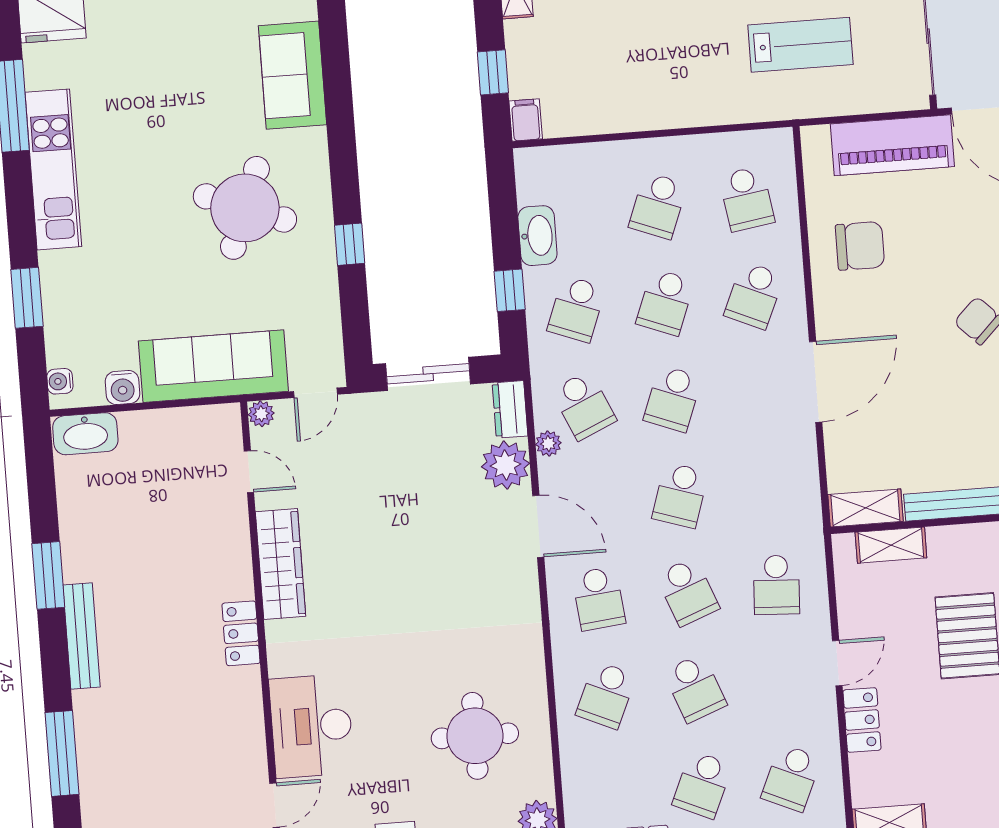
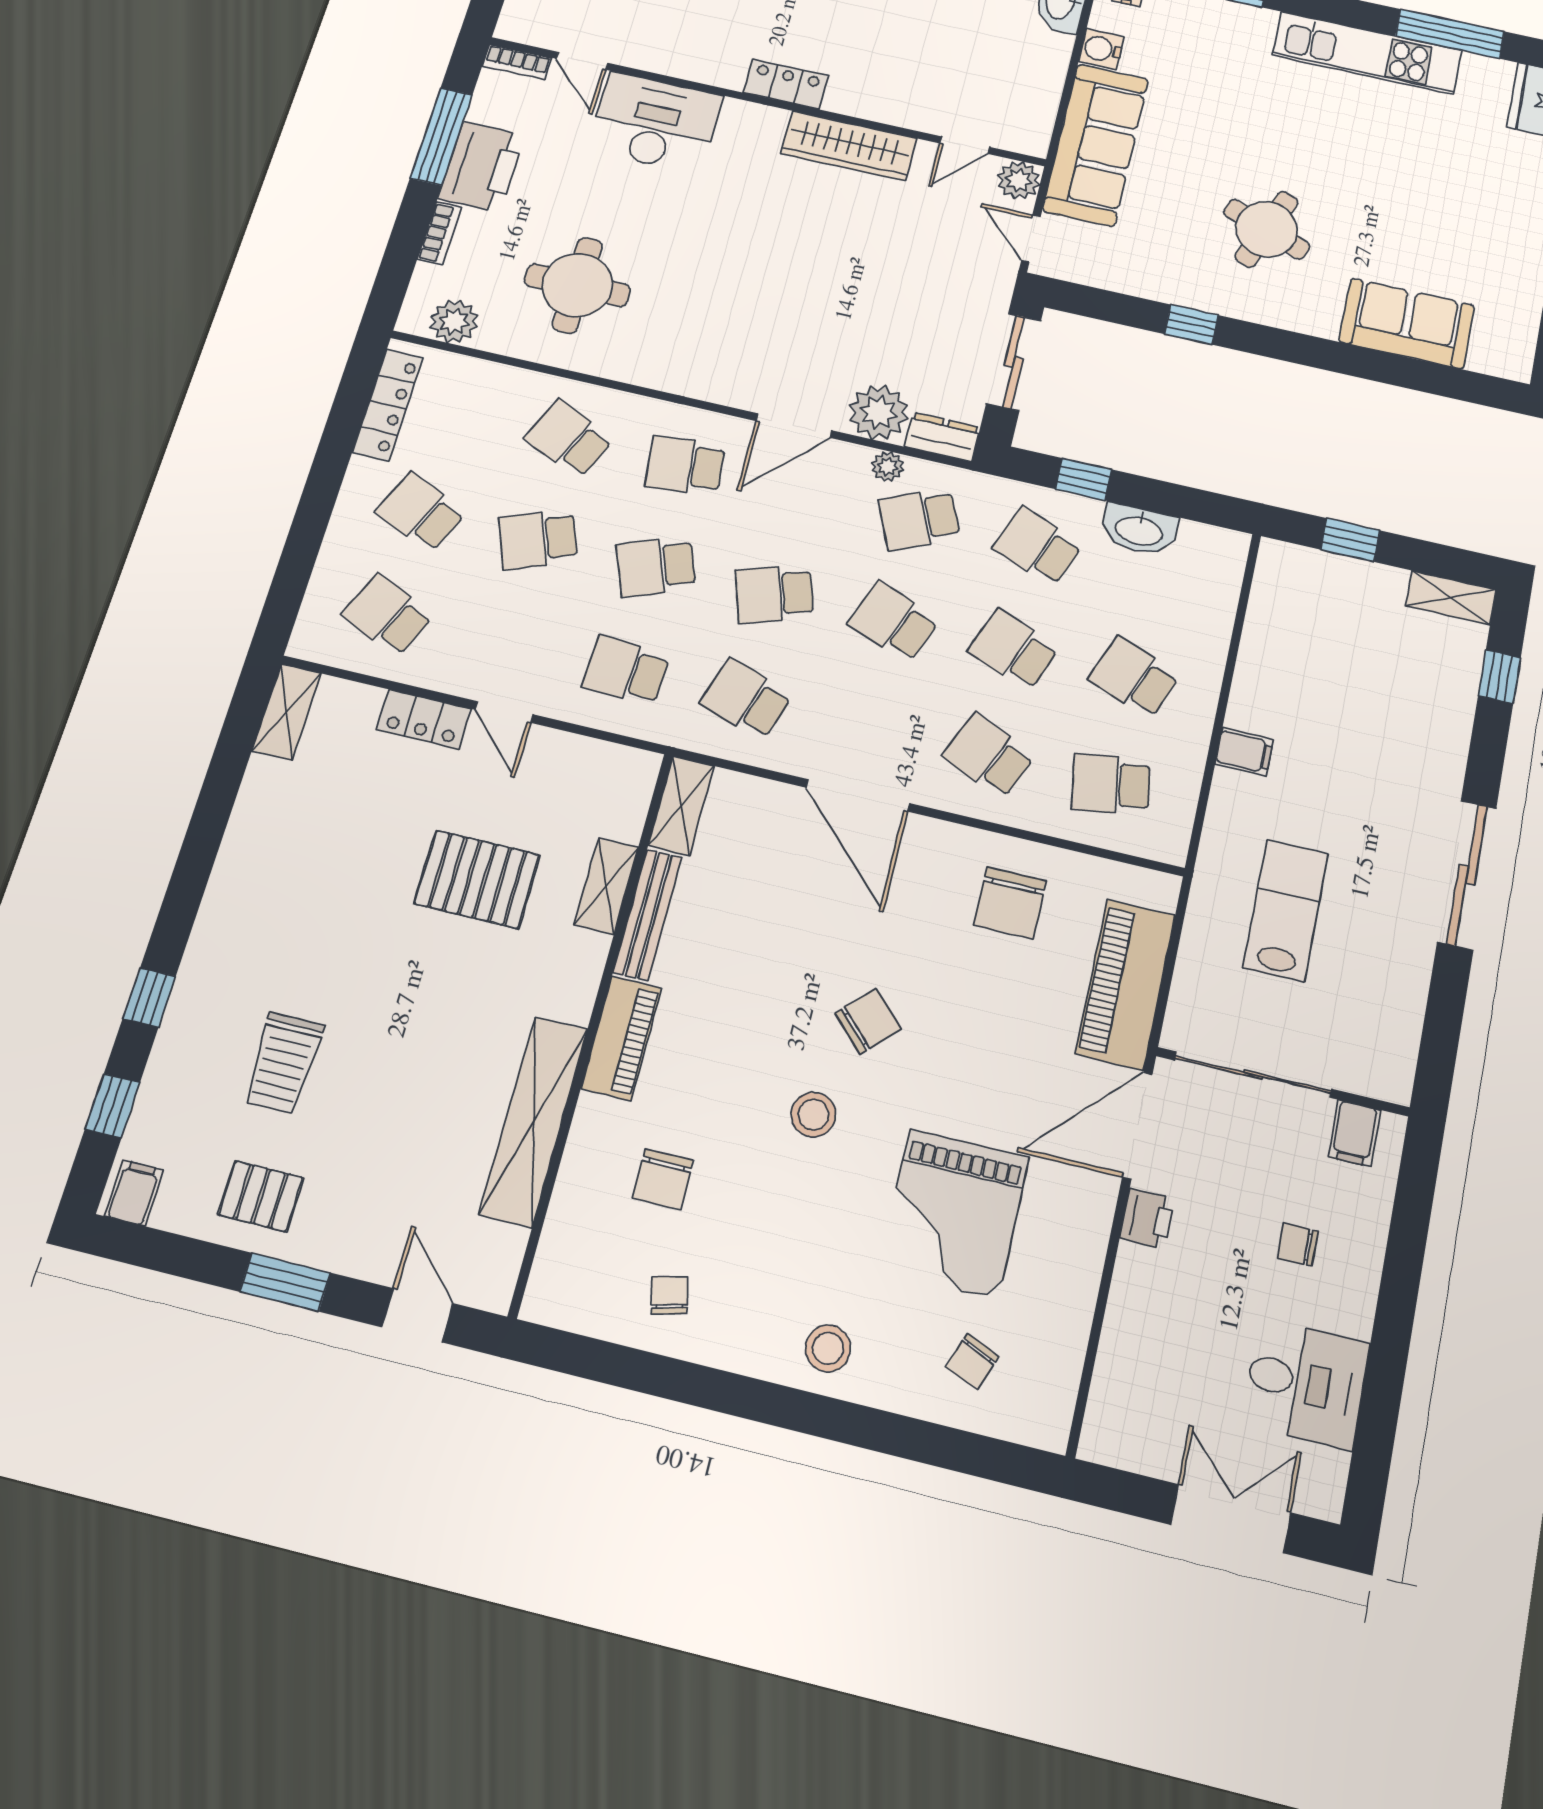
lab bench: (800, 45) -> (1286, 910), turned 180
filing cabinet: (526, 120) -> (1244, 752), moved
round table: (245, 208) -> (1267, 229), width x0.73, depth x0.73
plant: (261, 414) -> (1019, 180), width x1.38, depth x1.38
school desk: (769, 488) -> (746, 699), added
school desk: (680, 495) -> (774, 594), turned -36
shelving: (891, 545) -> (606, 886), moved

